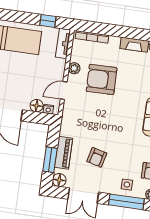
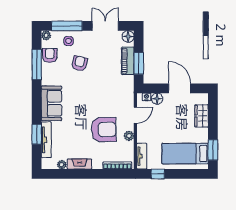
armchair: (97, 157) -> (79, 63), moved
window: (50, 160) -> (139, 63), moved

